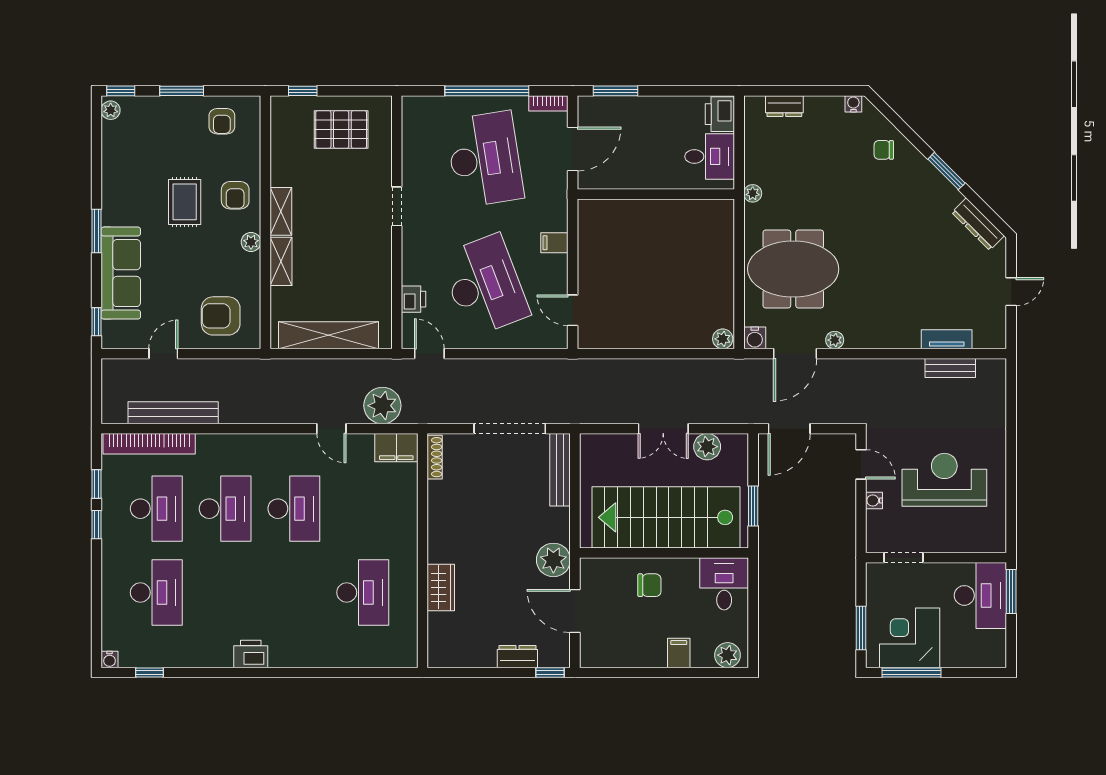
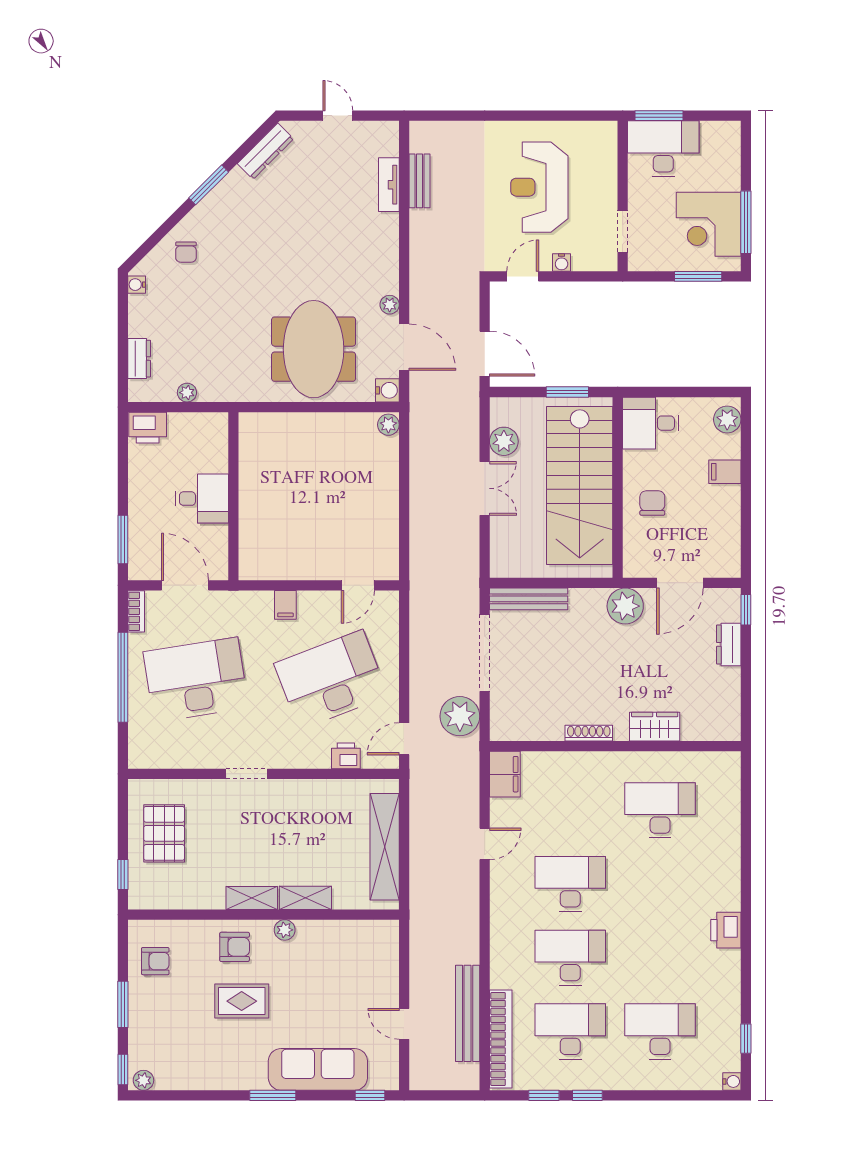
desk: (710, 156) -> (202, 499), moved, turned 90
plant: (753, 193) -> (187, 393), moved
armchair: (221, 316) -> (364, 962), removed
plant: (382, 406) -> (460, 716), moved
shoe rack: (435, 457) -> (589, 733), moved

